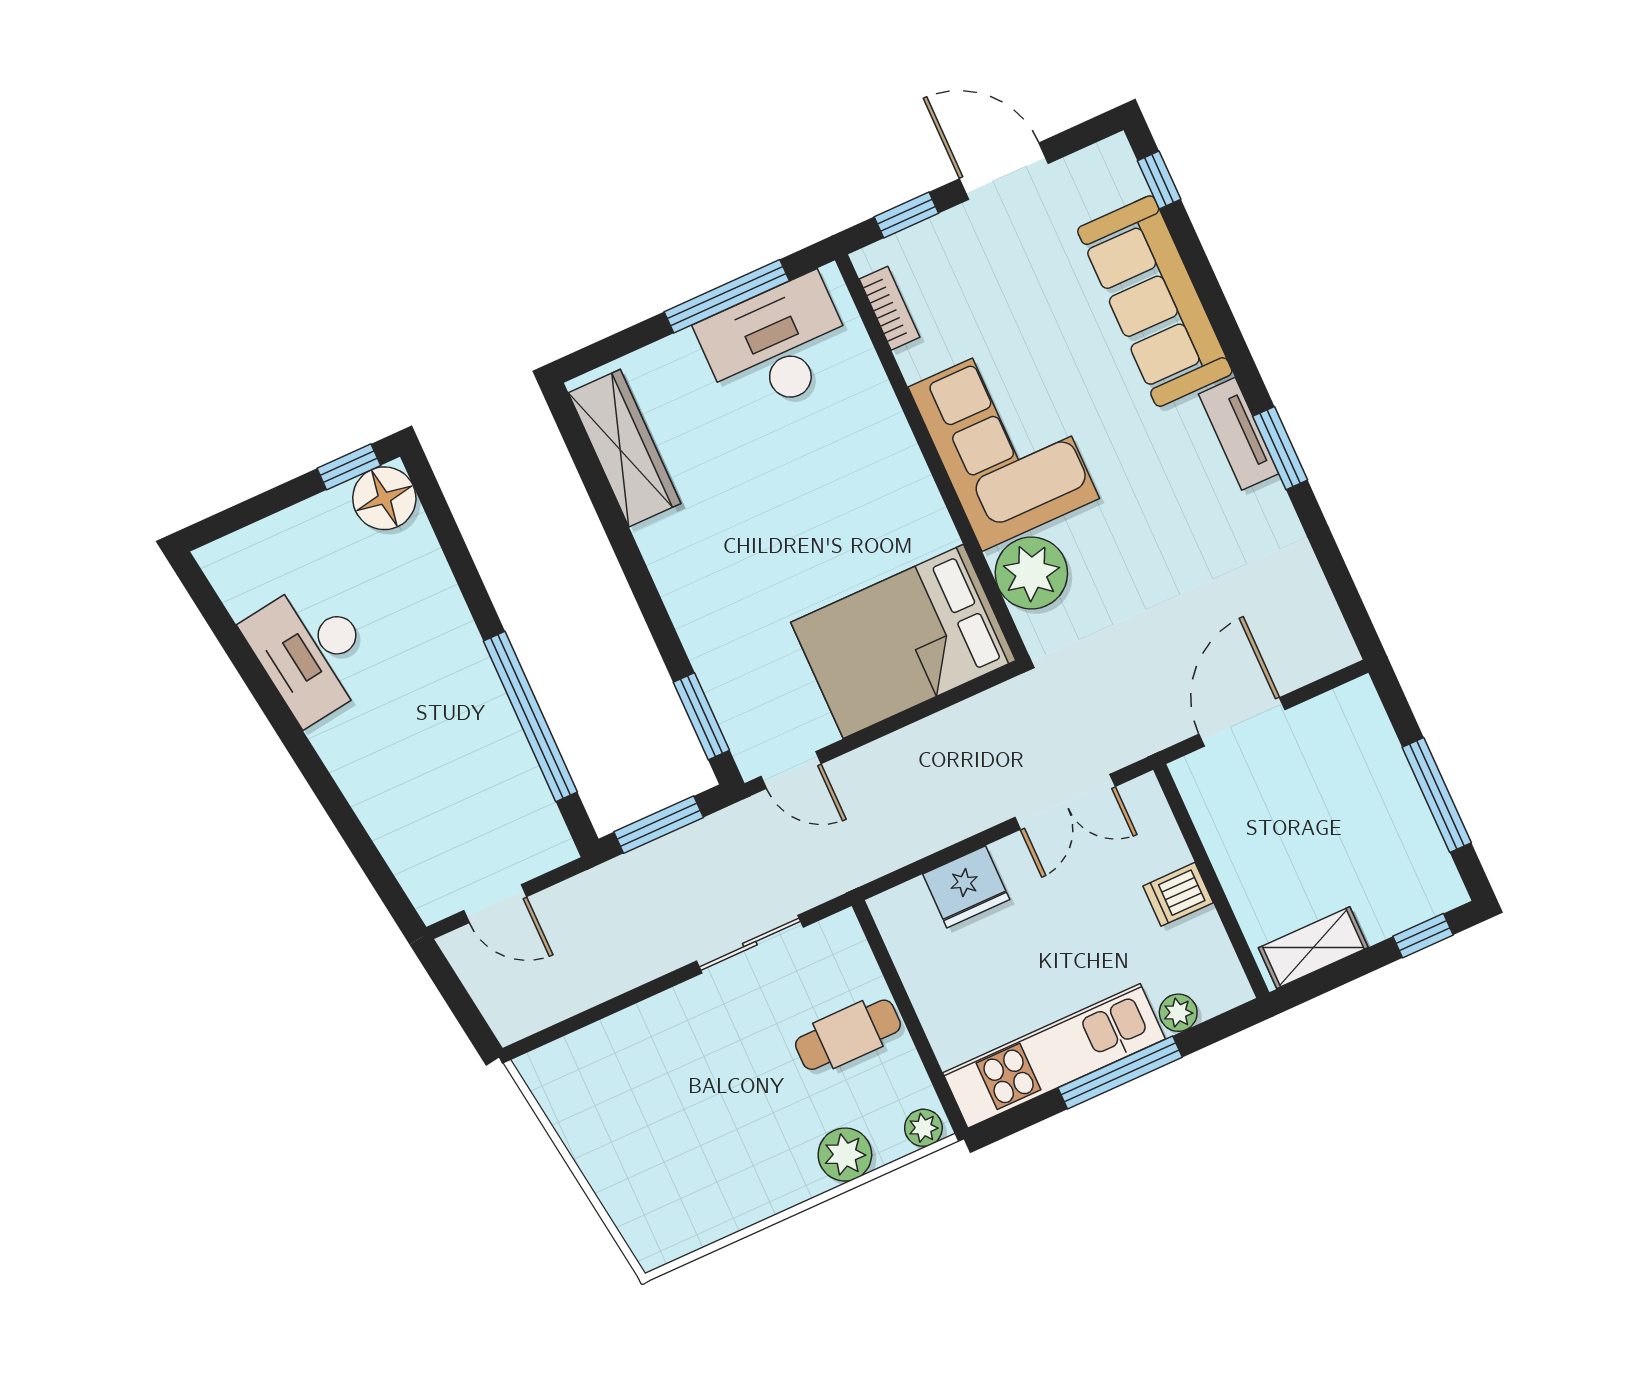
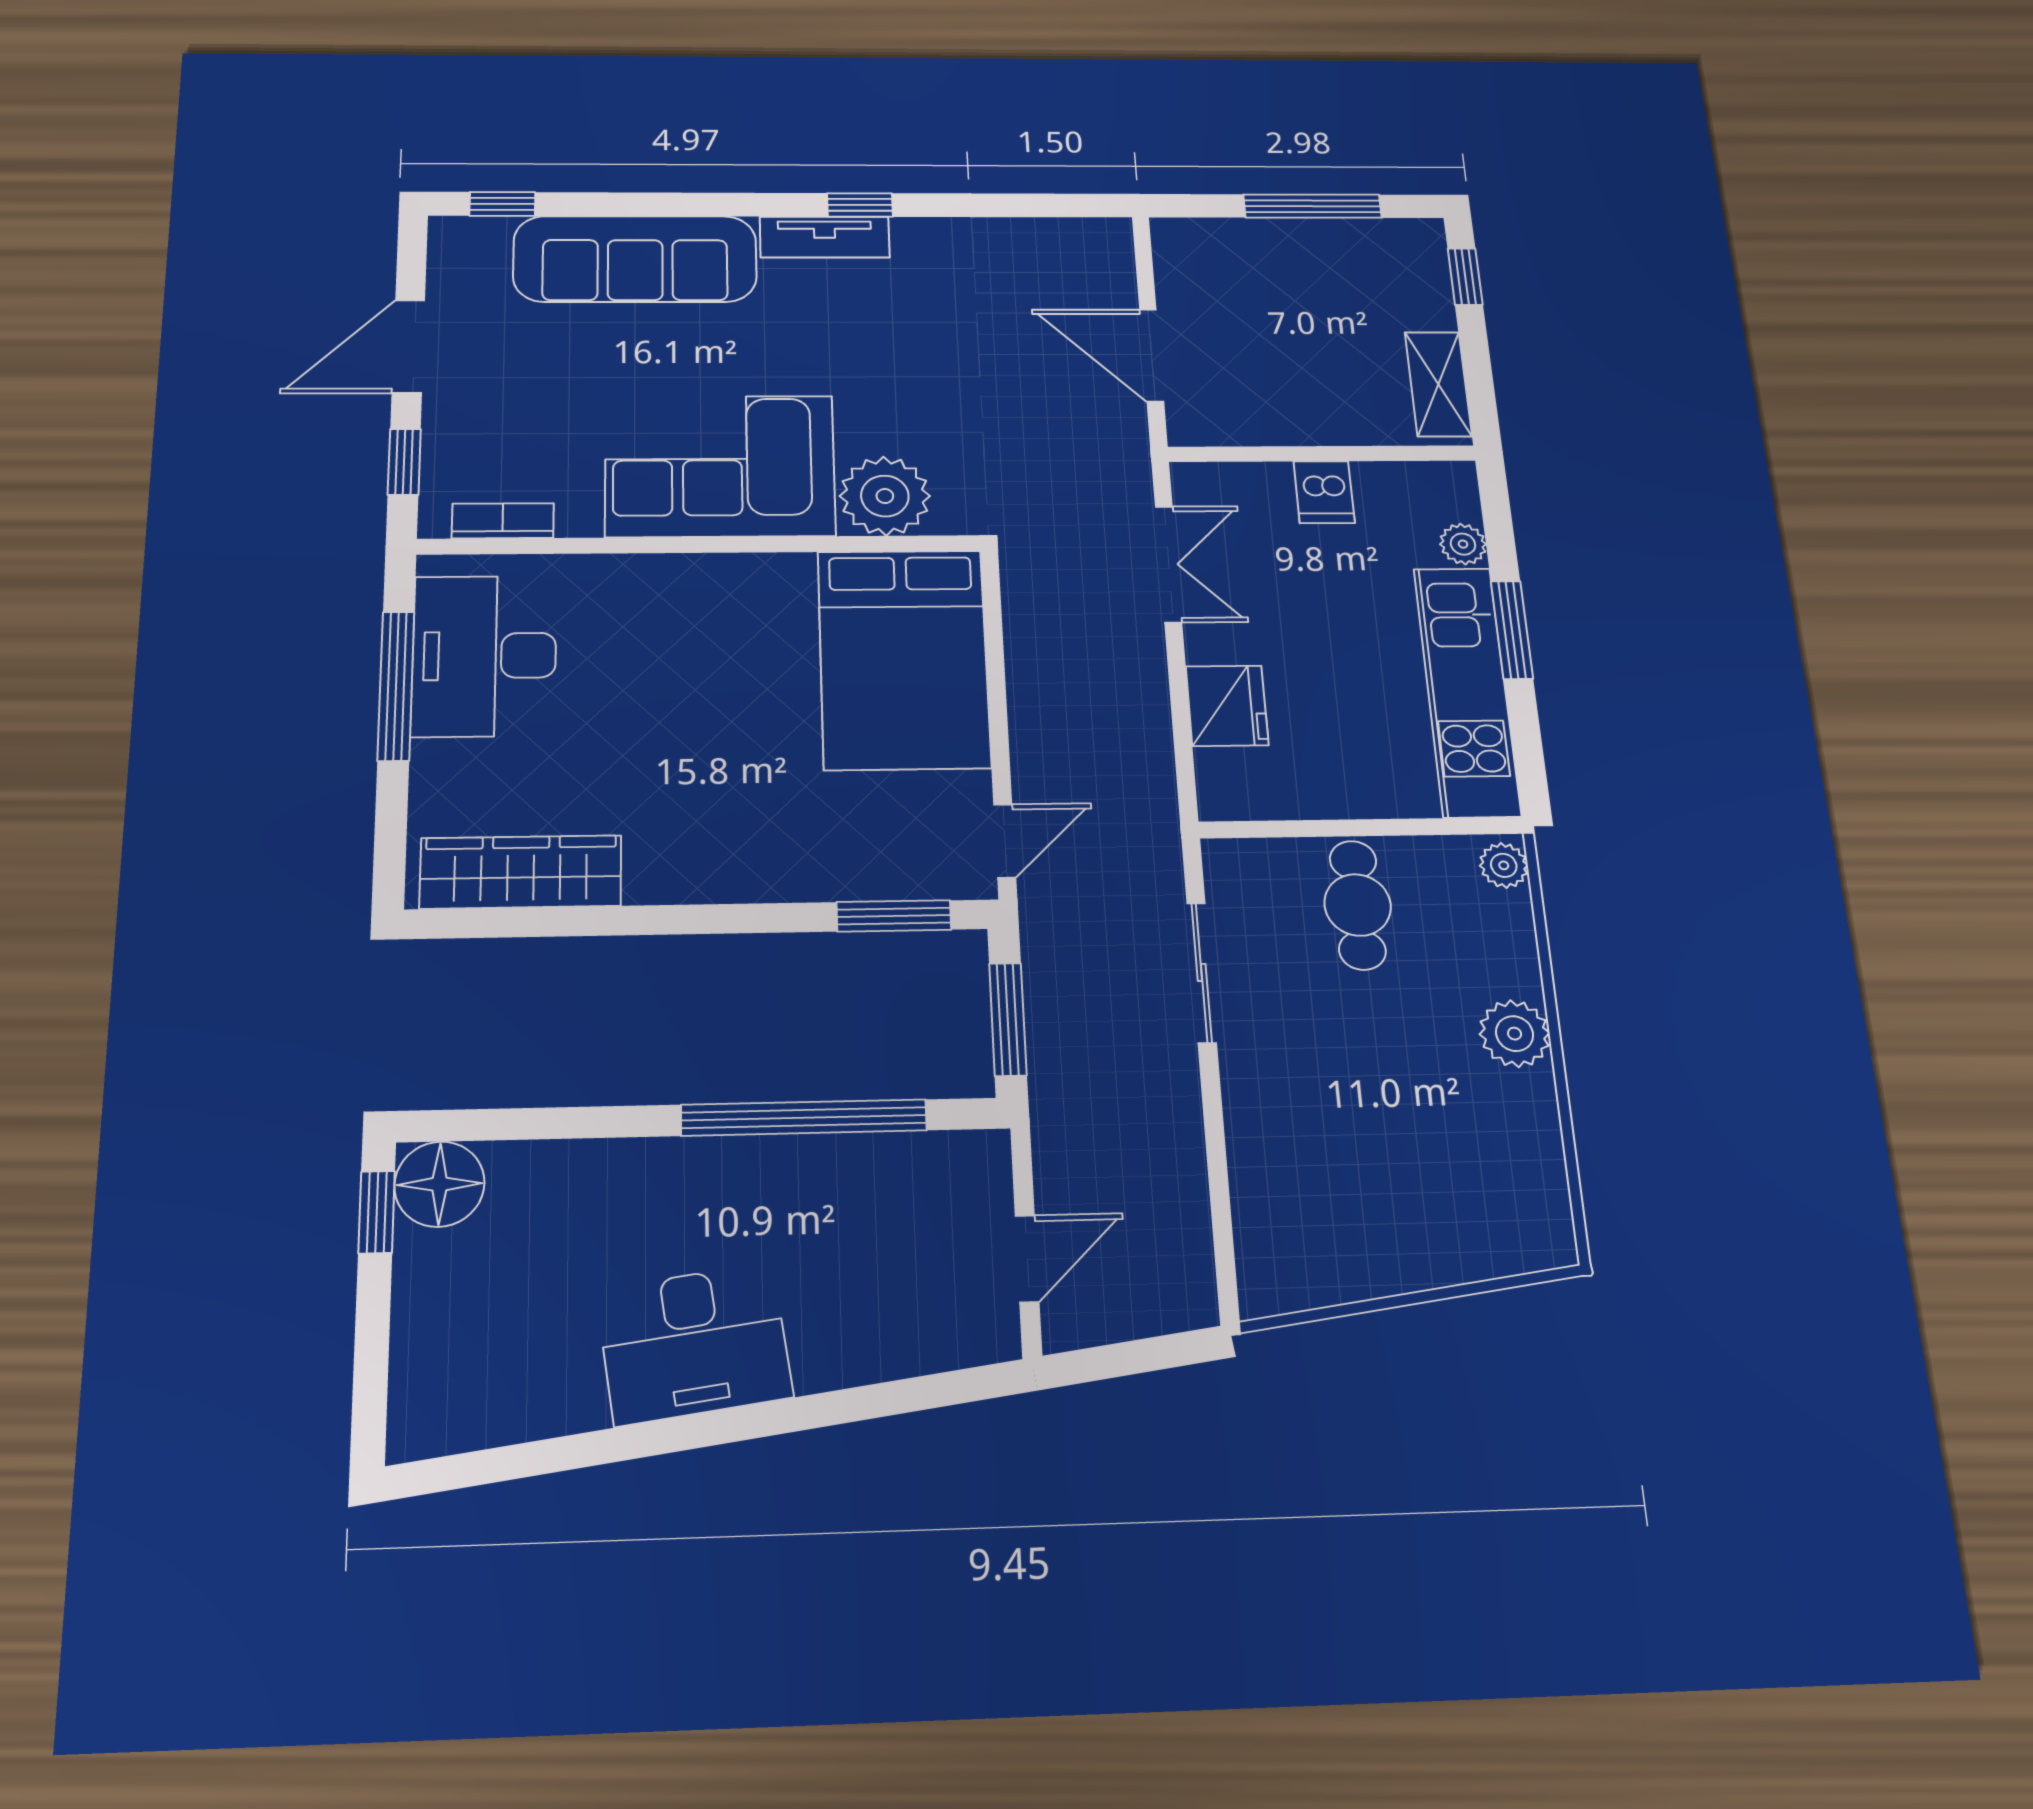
window: (1280, 448) -> (860, 205), width x0.67
desk: (311, 652) -> (694, 1344), moved
window: (1120, 1072) -> (1512, 630), width x0.69
plant: (845, 1155) -> (1515, 1034), moved

